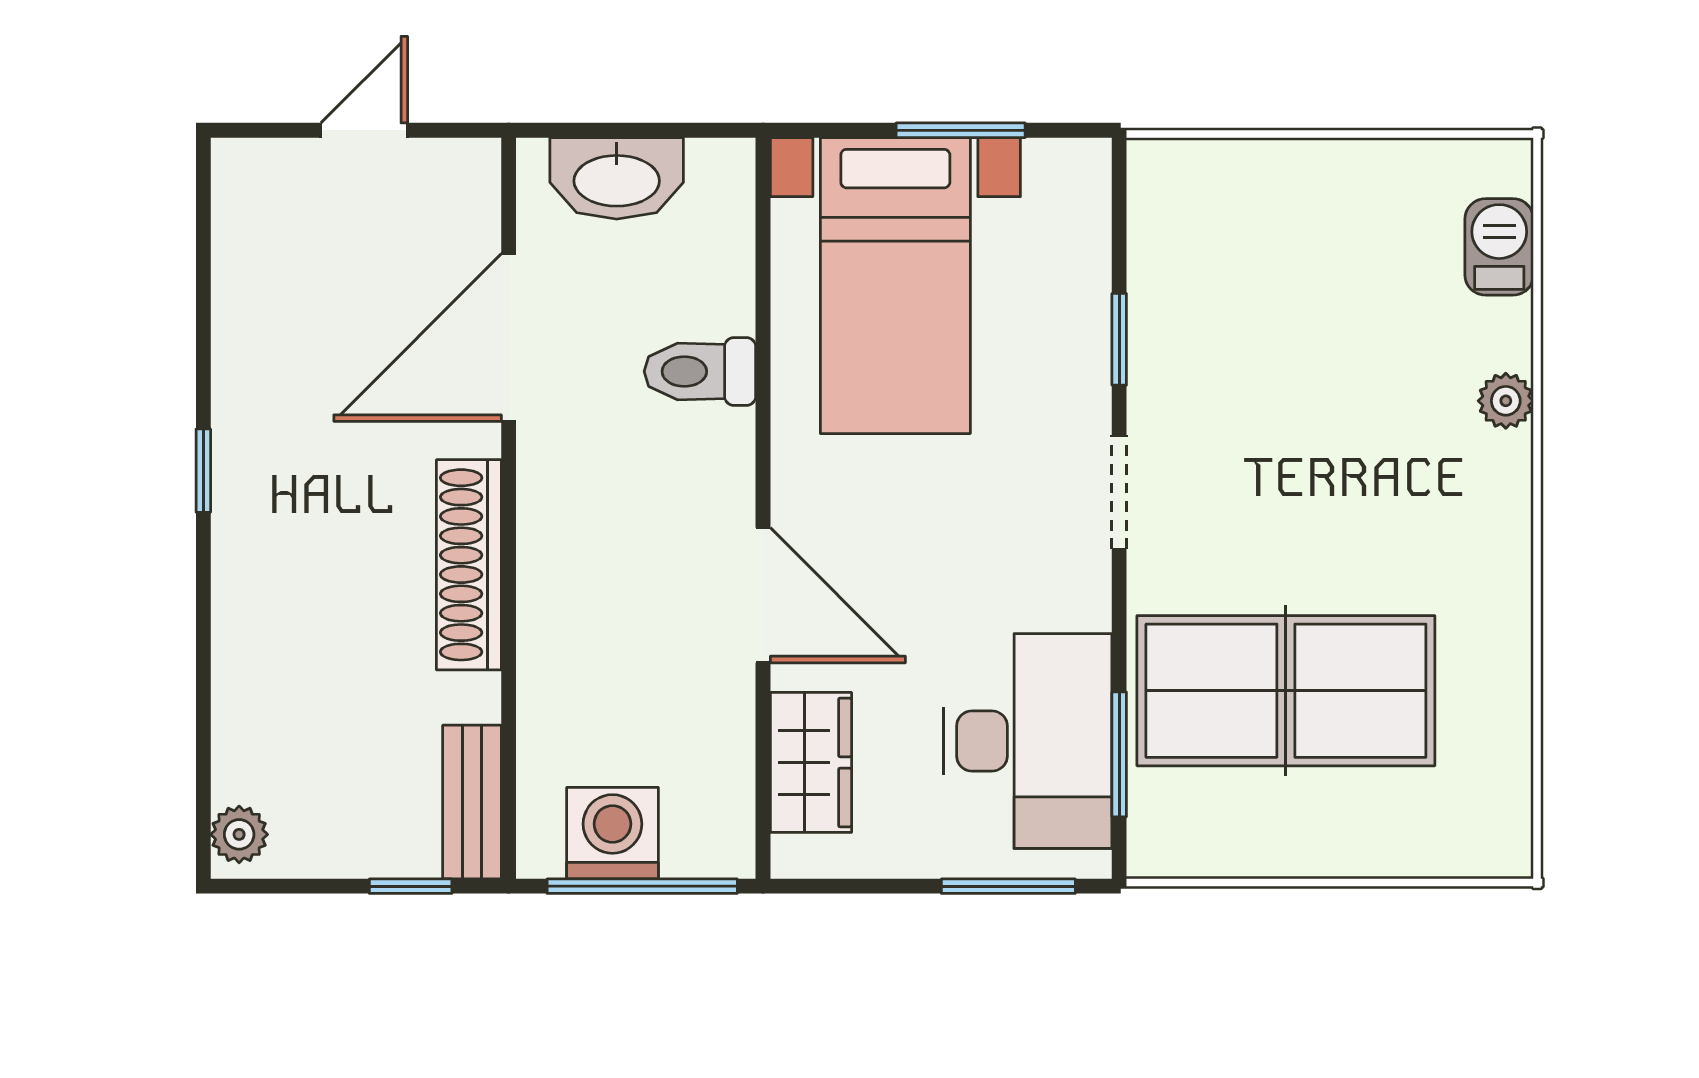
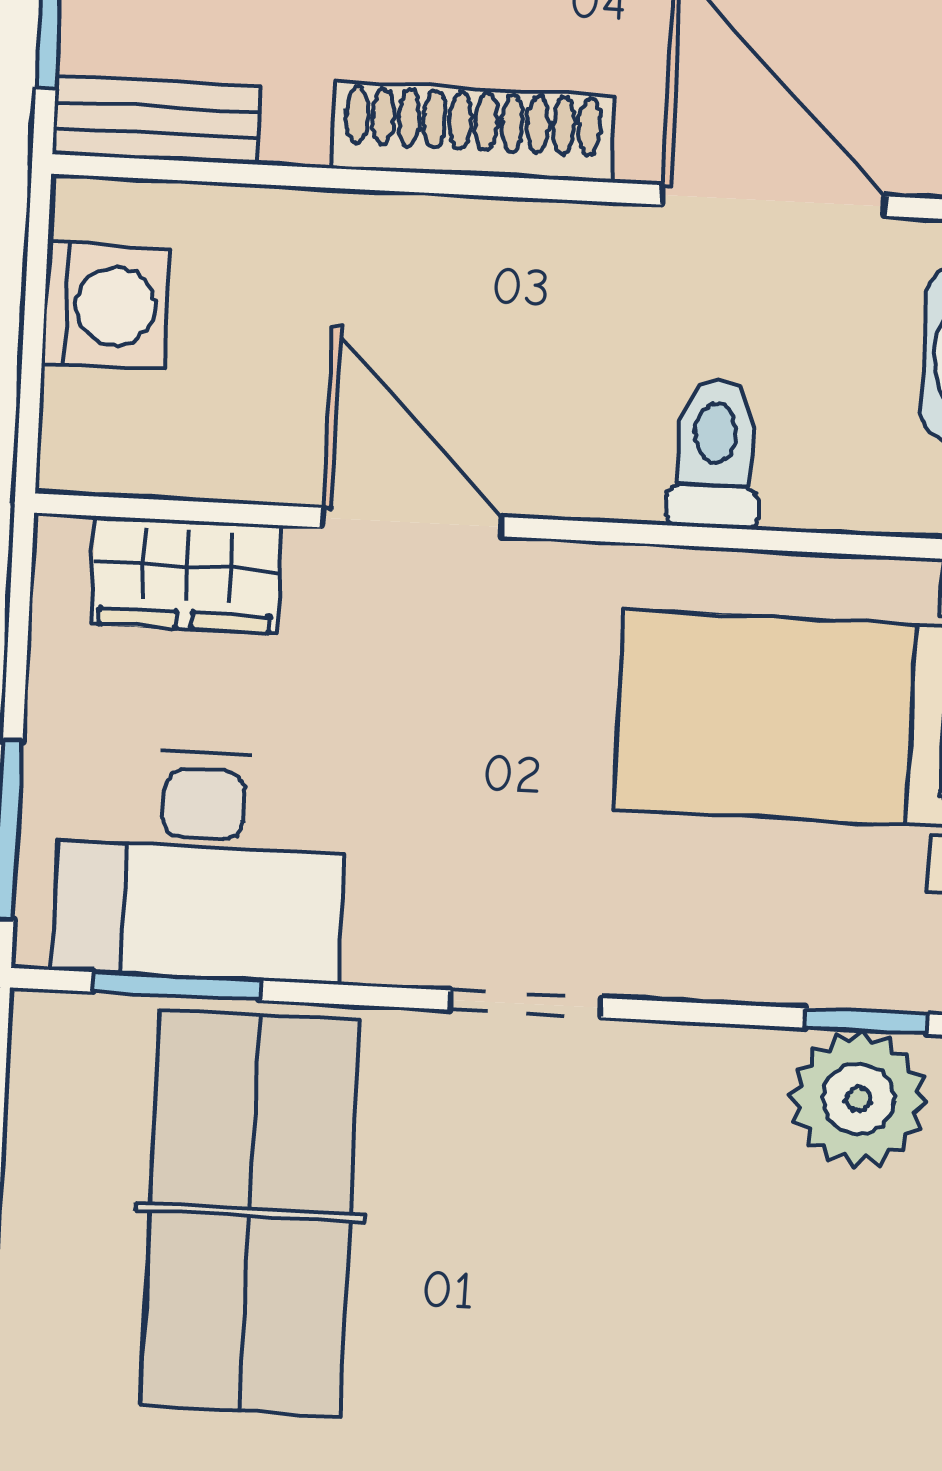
plant: (1178, 240) -> (858, 1099), added
window: (1119, 339) -> (866, 1021), moved
door: (763, 595) -> (413, 522), swing flipped
window: (642, 886) -> (33, 342), removed

